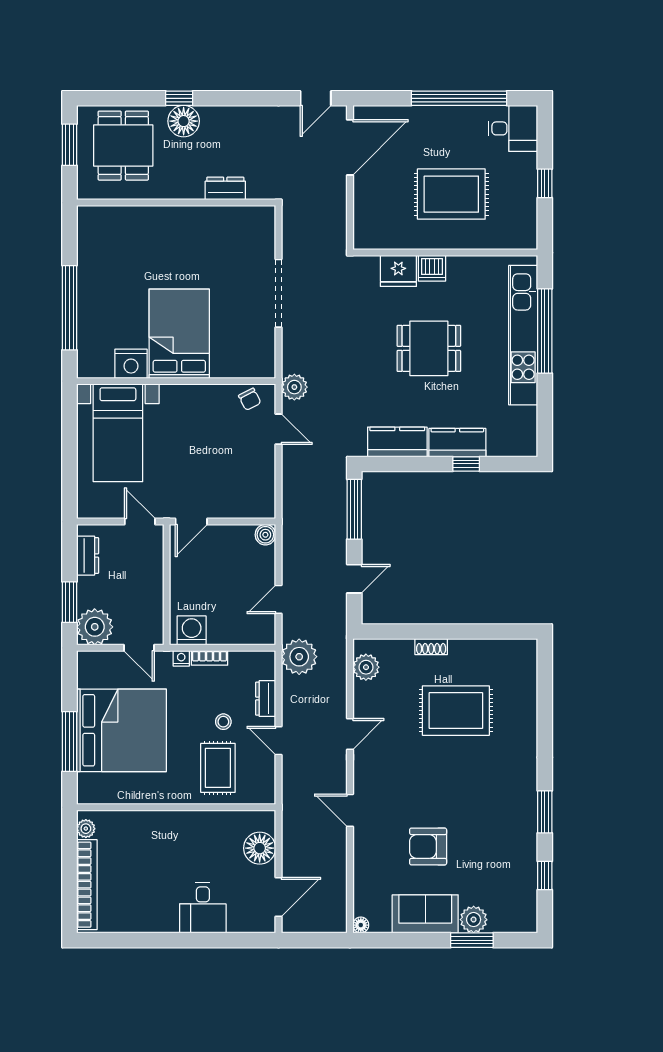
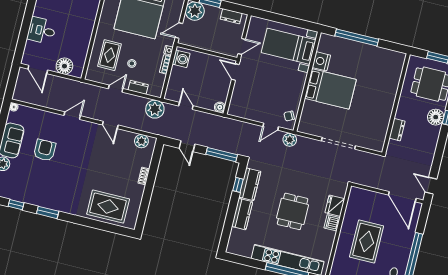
window: (466, 464) -> (238, 185), moved
rug: (456, 711) -> (108, 207), moved, turned 90
rug: (218, 768) -> (109, 55), turned 90

